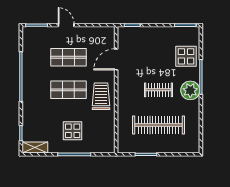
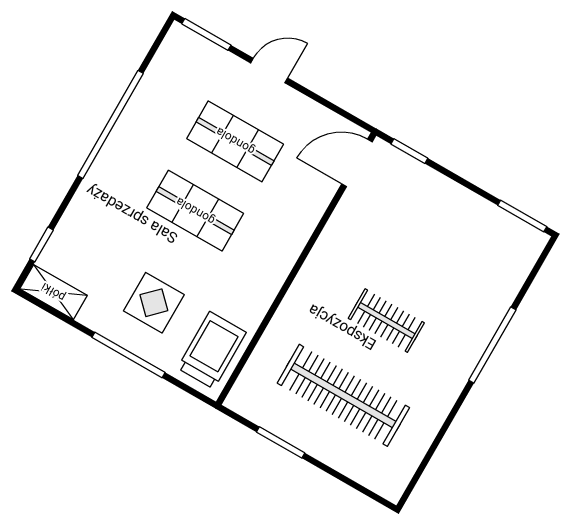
door: (66, 25) -> (269, 70), hinge flipped
display table: (186, 56) -> (486, 283), removed
door: (116, 59) -> (357, 163), moved
plant: (190, 90) -> (453, 361), removed
trolley: (101, 96) -> (212, 350), moved

